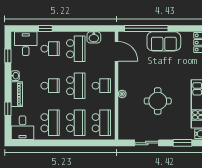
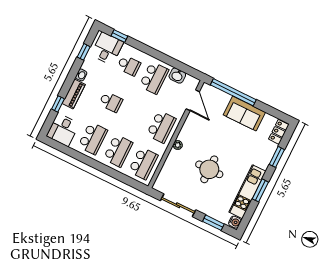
window: (45, 28) -> (119, 36), moved
school desk: (76, 86) -> (136, 114), removed
school desk: (101, 86) -> (161, 127), width x1.85
sliding door: (147, 143) -> (178, 205), width x1.37

